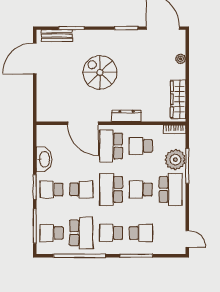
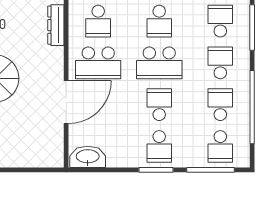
dresser: (126, 116) -> (56, 25), moved
washbasin: (44, 159) -> (88, 157), moved
school desk: (81, 233) -> (220, 105), width x0.54
school desk: (111, 233) -> (220, 63), turned 180

